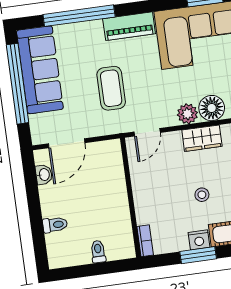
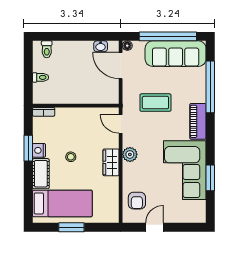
floor lamp: (212, 108) -> (127, 46), moved, width x0.53, depth x0.53
toilet: (55, 225) -> (47, 49), moved

